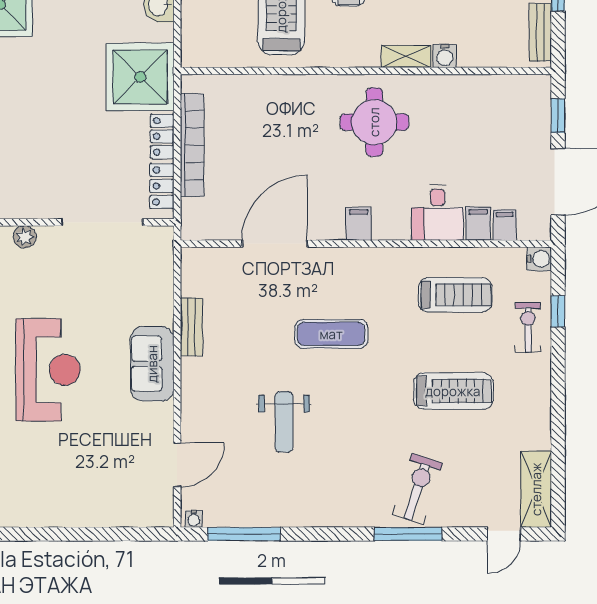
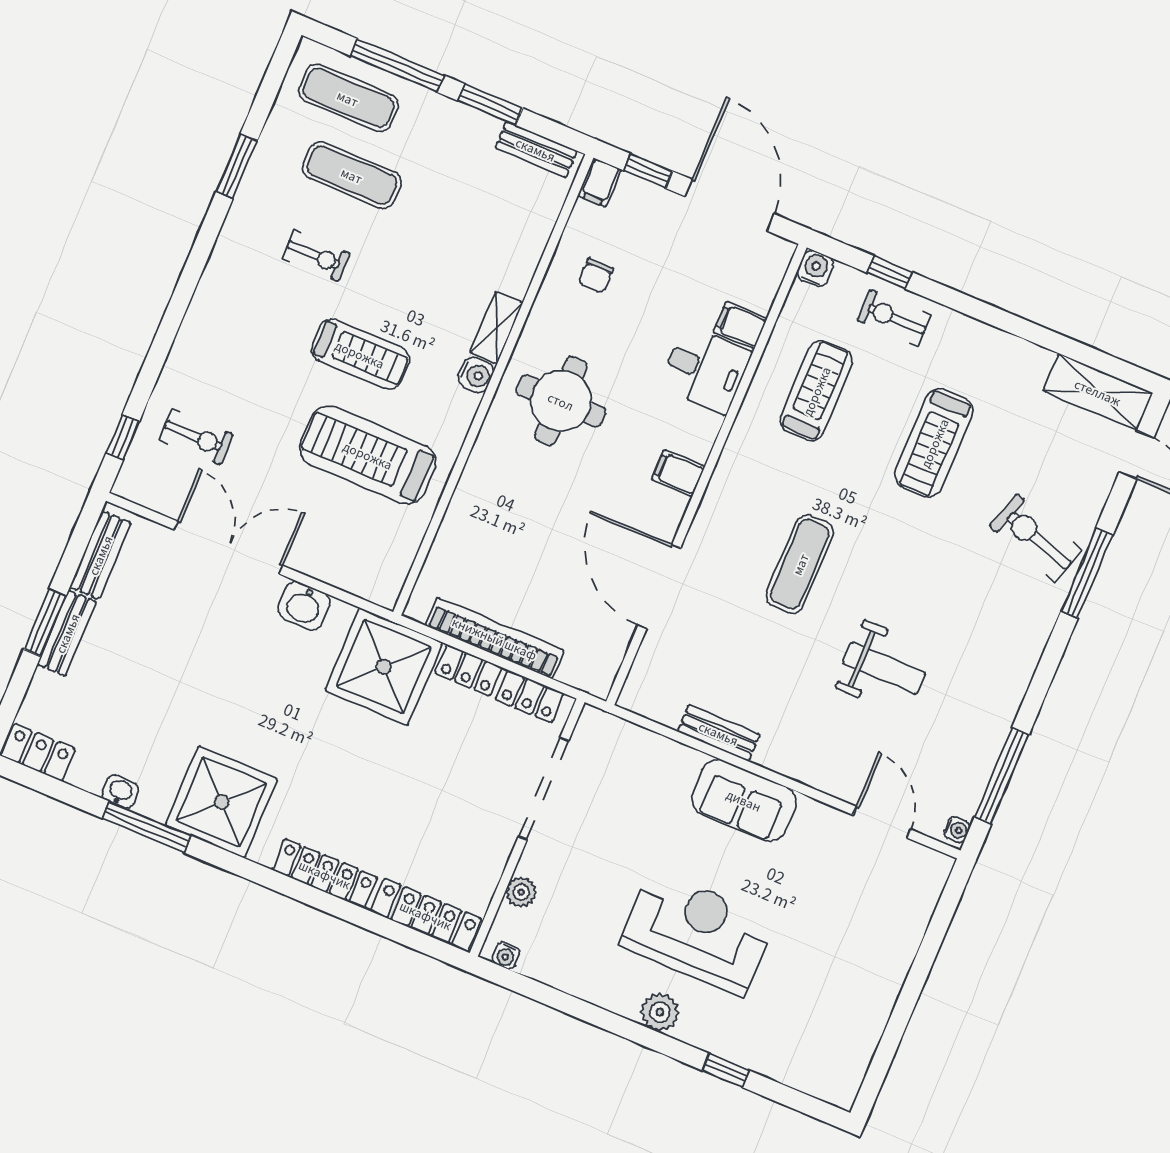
water cooler: (445, 56) -> (476, 375), moved
chair: (471, 110) -> (596, 276), added
filing cabinet: (505, 225) -> (600, 182), moved, turned -90
treadmill: (453, 391) -> (934, 443), turned 180

